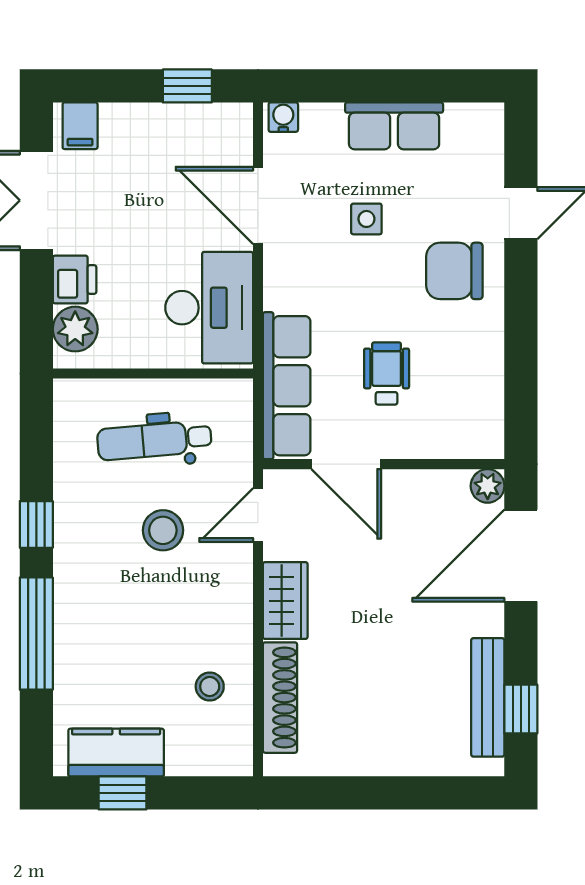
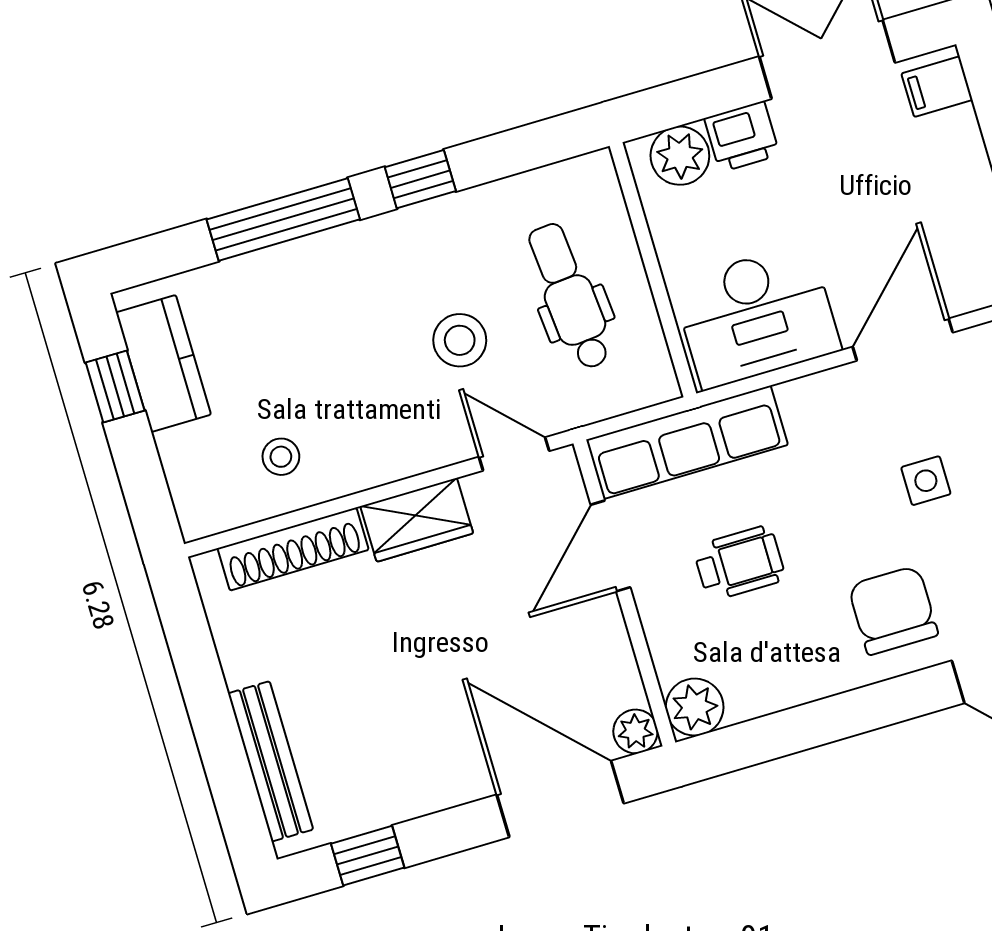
plant: (482, 437) -> (695, 707), added
bench: (488, 697) -> (271, 761), moved, turned 90

